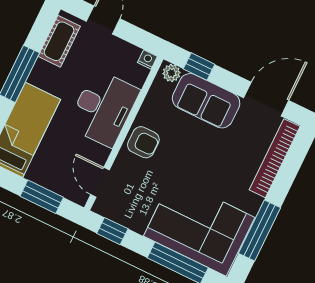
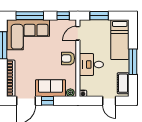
window: (199, 67) -> (48, 101), moved
desk: (103, 108) -> (91, 65), width x0.73
door: (100, 182) -> (78, 33), swing flipped

